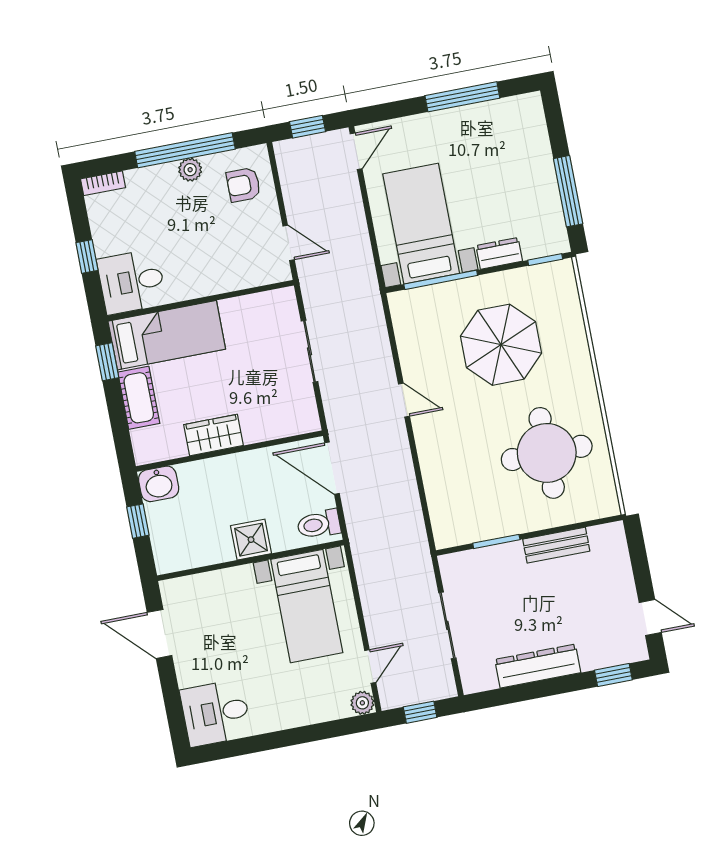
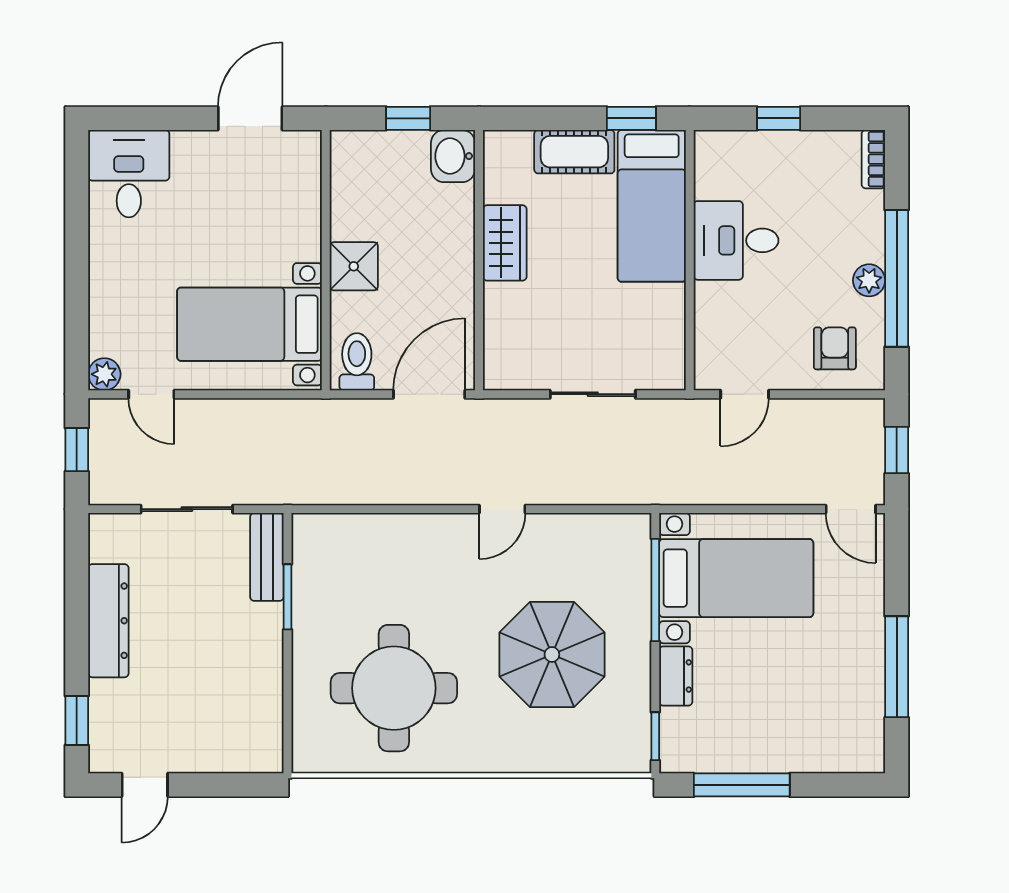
desk: (132, 282) -> (736, 240), moved, turned -90
bench: (556, 545) -> (267, 557), moved

